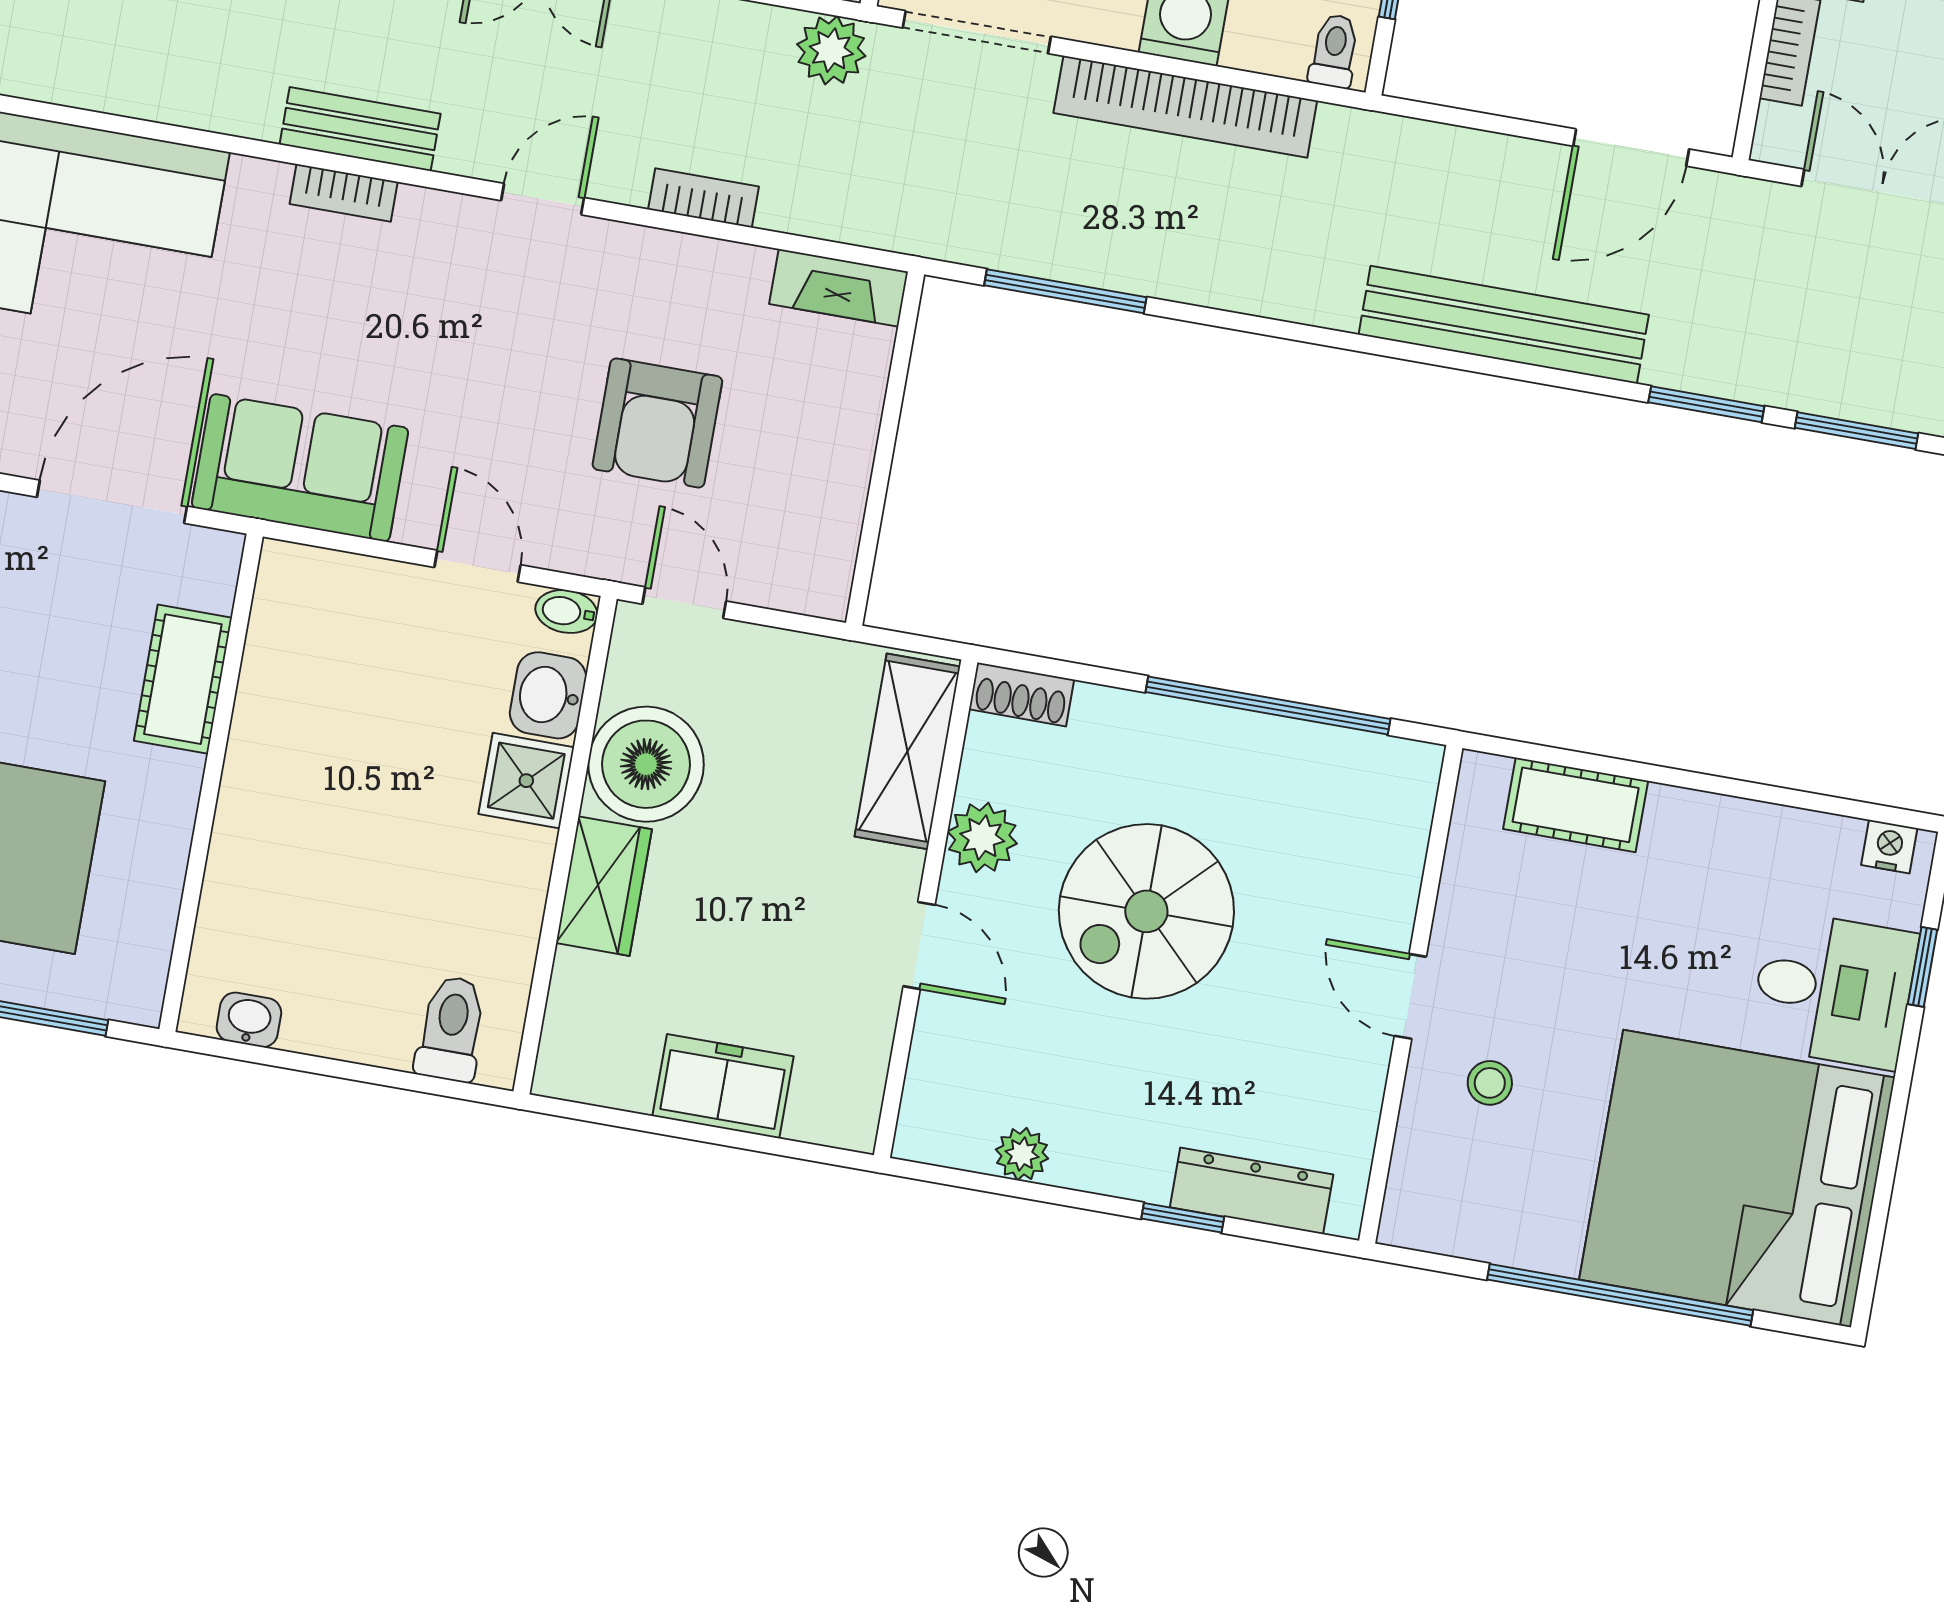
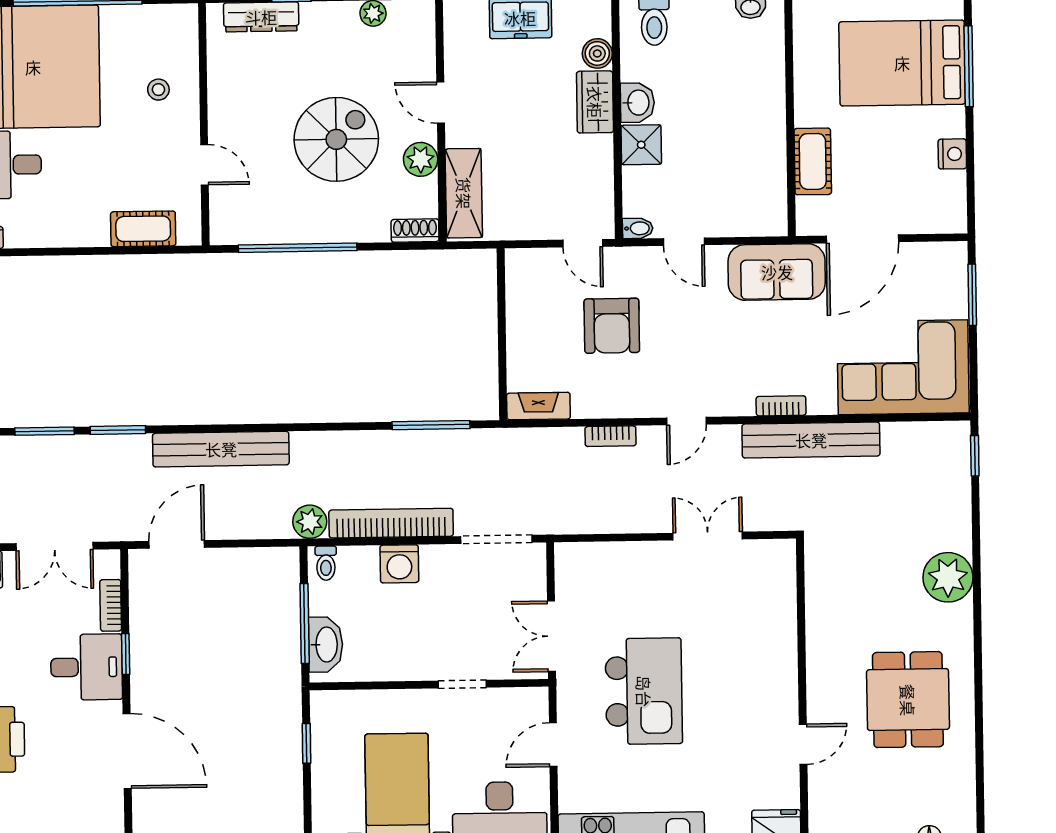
plant: (831, 50) -> (310, 522), moved
bench: (360, 129) -> (811, 440), width x1.86, depth x1.21
armchair: (657, 423) -> (612, 326), turned 180
washbasin: (548, 695) -> (637, 103), moved
boiler: (646, 764) -> (597, 53), moved, width x0.54, depth x0.54
door: (1410, 996) -> (204, 165), moved

